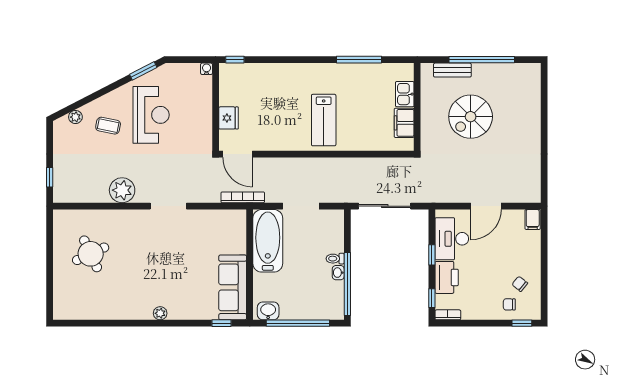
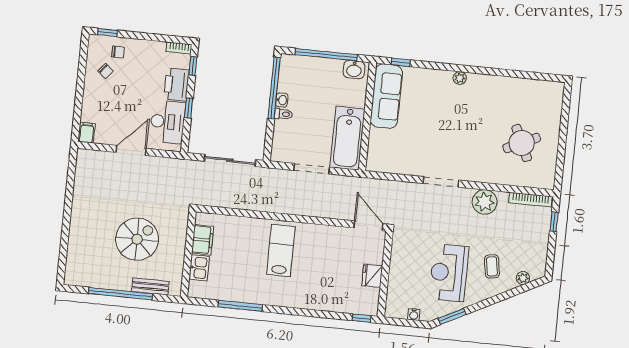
water cooler: (207, 69) -> (414, 315), moved
fridge: (228, 118) -> (372, 276), moved
coffee table: (108, 126) -> (492, 266), turned 70
bookcase: (243, 197) -> (530, 200), moved

